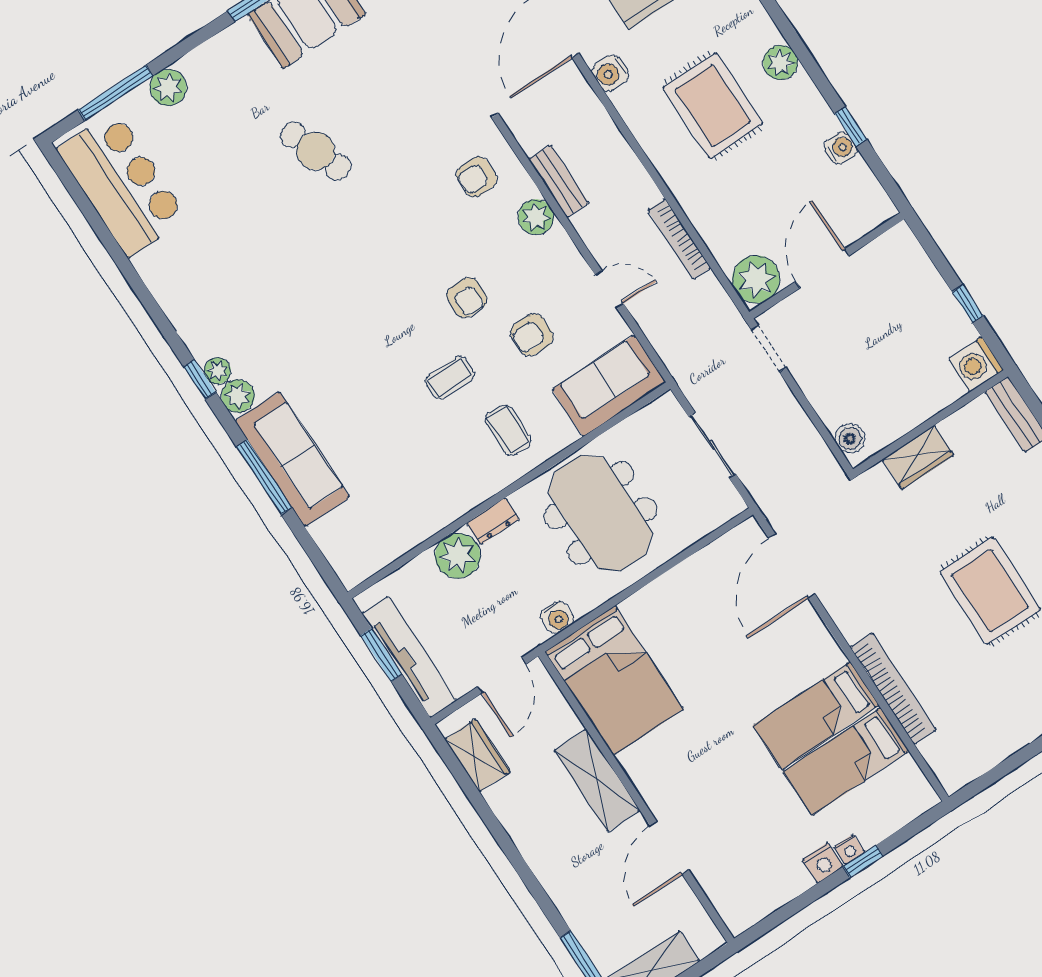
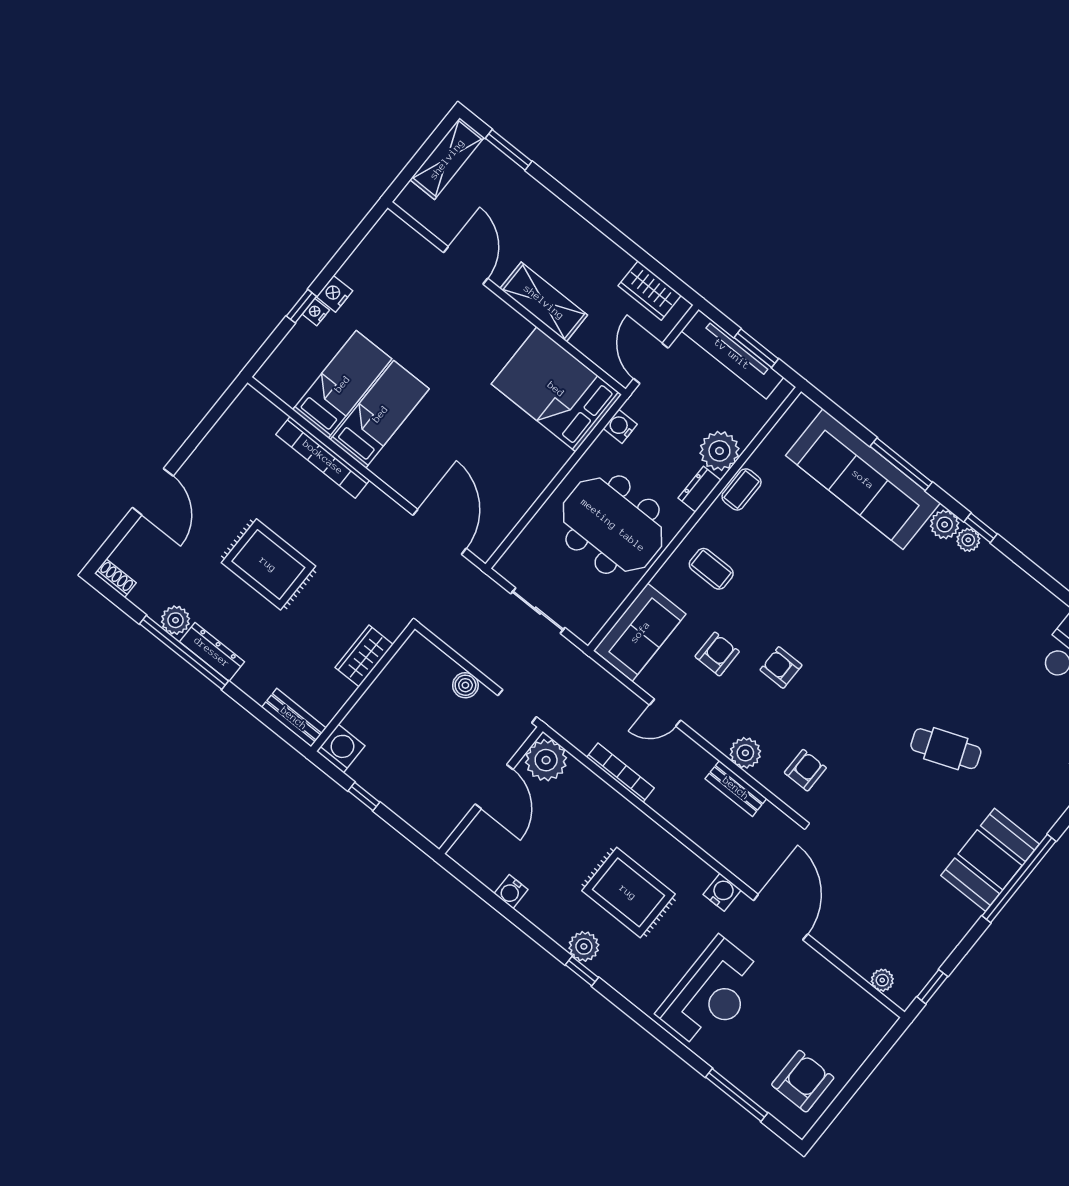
window: (851, 127) -> (582, 971), moved
coffee table: (450, 377) -> (742, 489), moved
boiler: (850, 438) -> (465, 685), moved
sofa: (292, 459) -> (863, 479), width x1.36, depth x1.27

